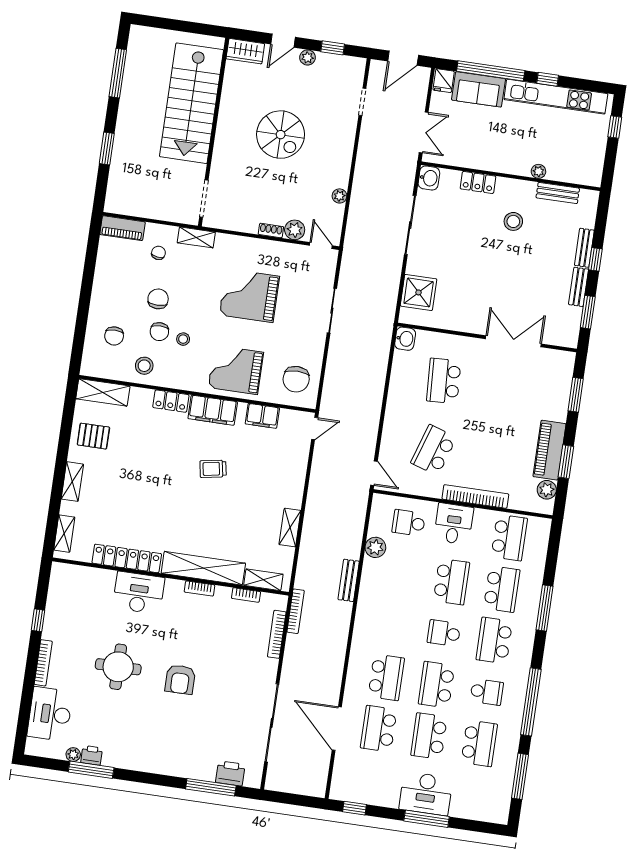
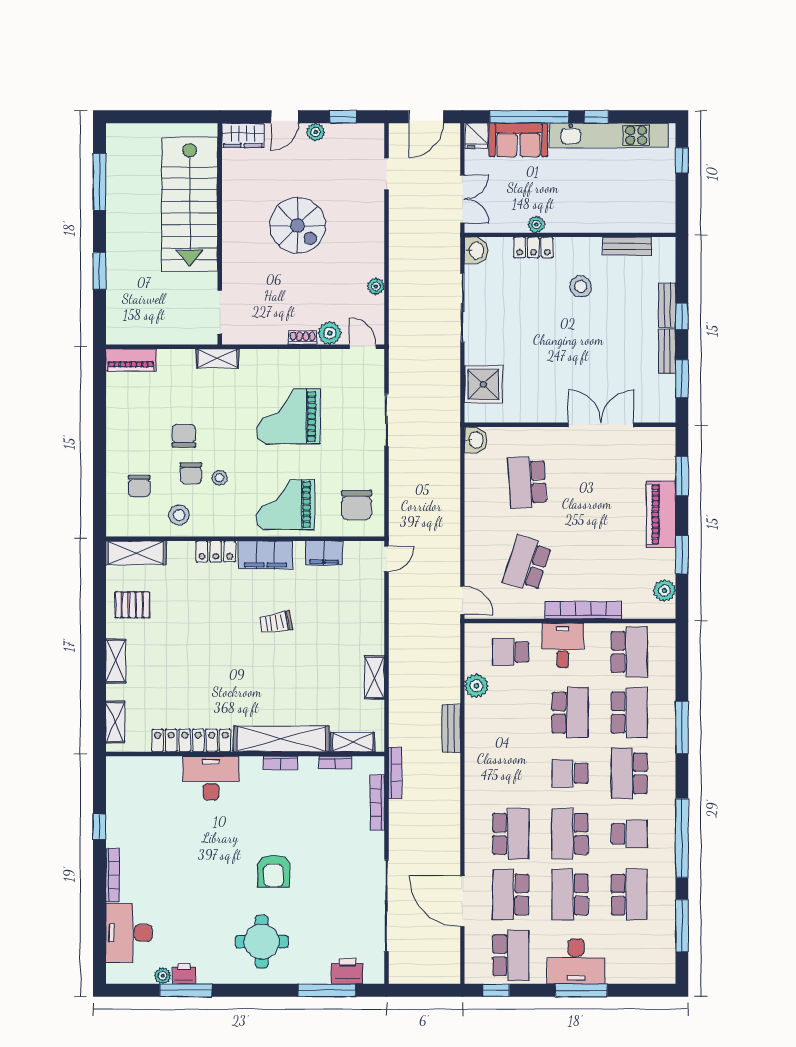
plant: (538, 171) -> (536, 224), moved
chair: (158, 253) -> (177, 382), removed
piano: (549, 450) -> (661, 514), moved
round table: (118, 667) -> (262, 942), moved
school desk: (371, 780) -> (511, 955), added

